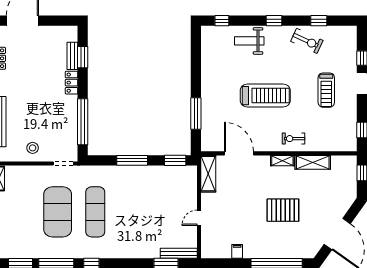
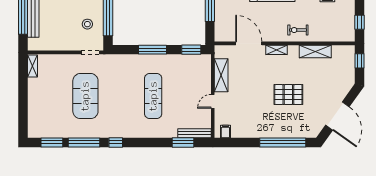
stool: (33, 148) -> (87, 24), moved
shelving: (282, 161) -> (276, 50), moved
shelving: (208, 174) -> (221, 75), moved
exercise mat: (95, 212) -> (153, 96), moved
filing cabinet: (237, 251) -> (225, 132), moved

